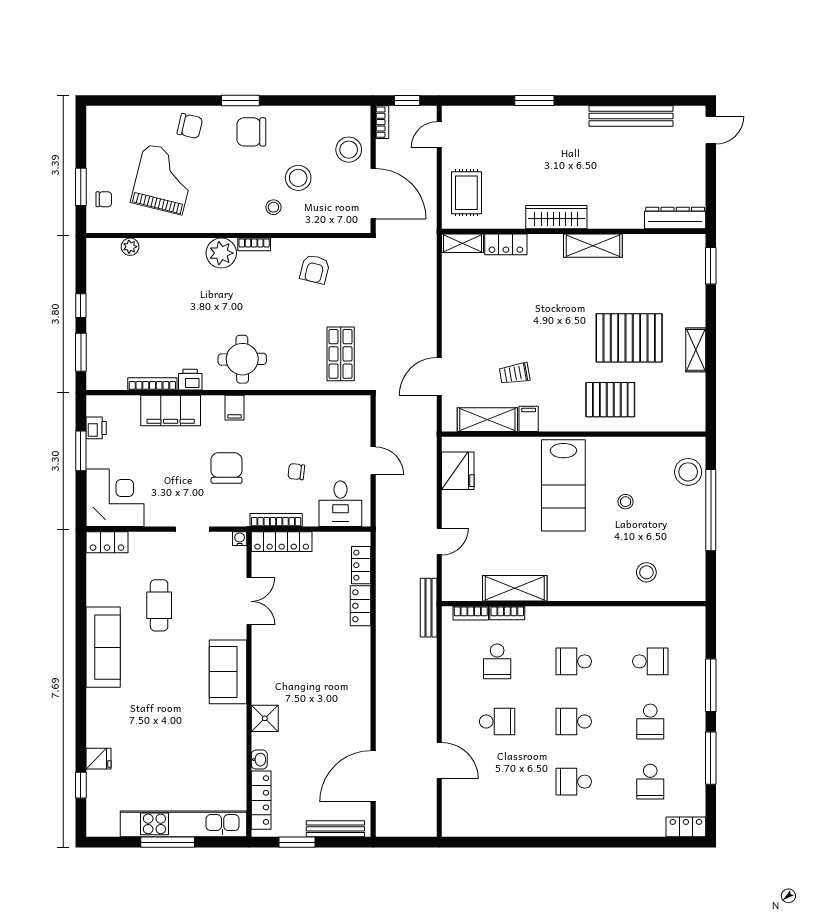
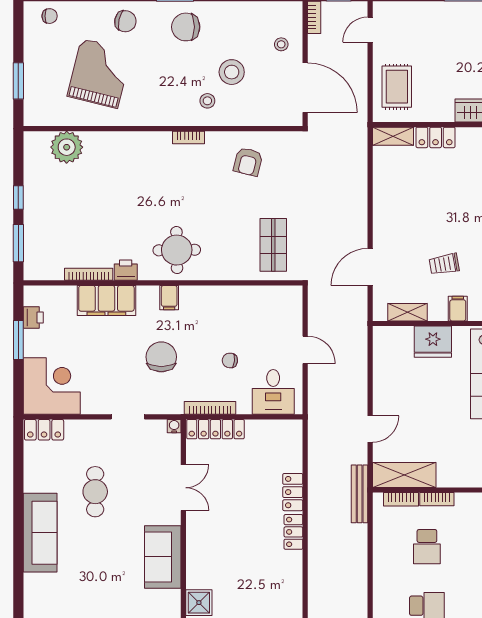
stool: (349, 150) -> (281, 44), width x0.53, depth x0.53
chair: (104, 199) -> (50, 16), moved
plant: (130, 247) -> (67, 147), width x1.88, depth x1.88
plant: (221, 253) -> (156, 146), removed
shelving: (487, 420) -> (408, 312), width x0.67, depth x0.75
fridge: (458, 471) -> (433, 342), moved, turned 90
locker: (361, 565) -> (293, 532), moved
shelving: (515, 588) -> (404, 475), moved

